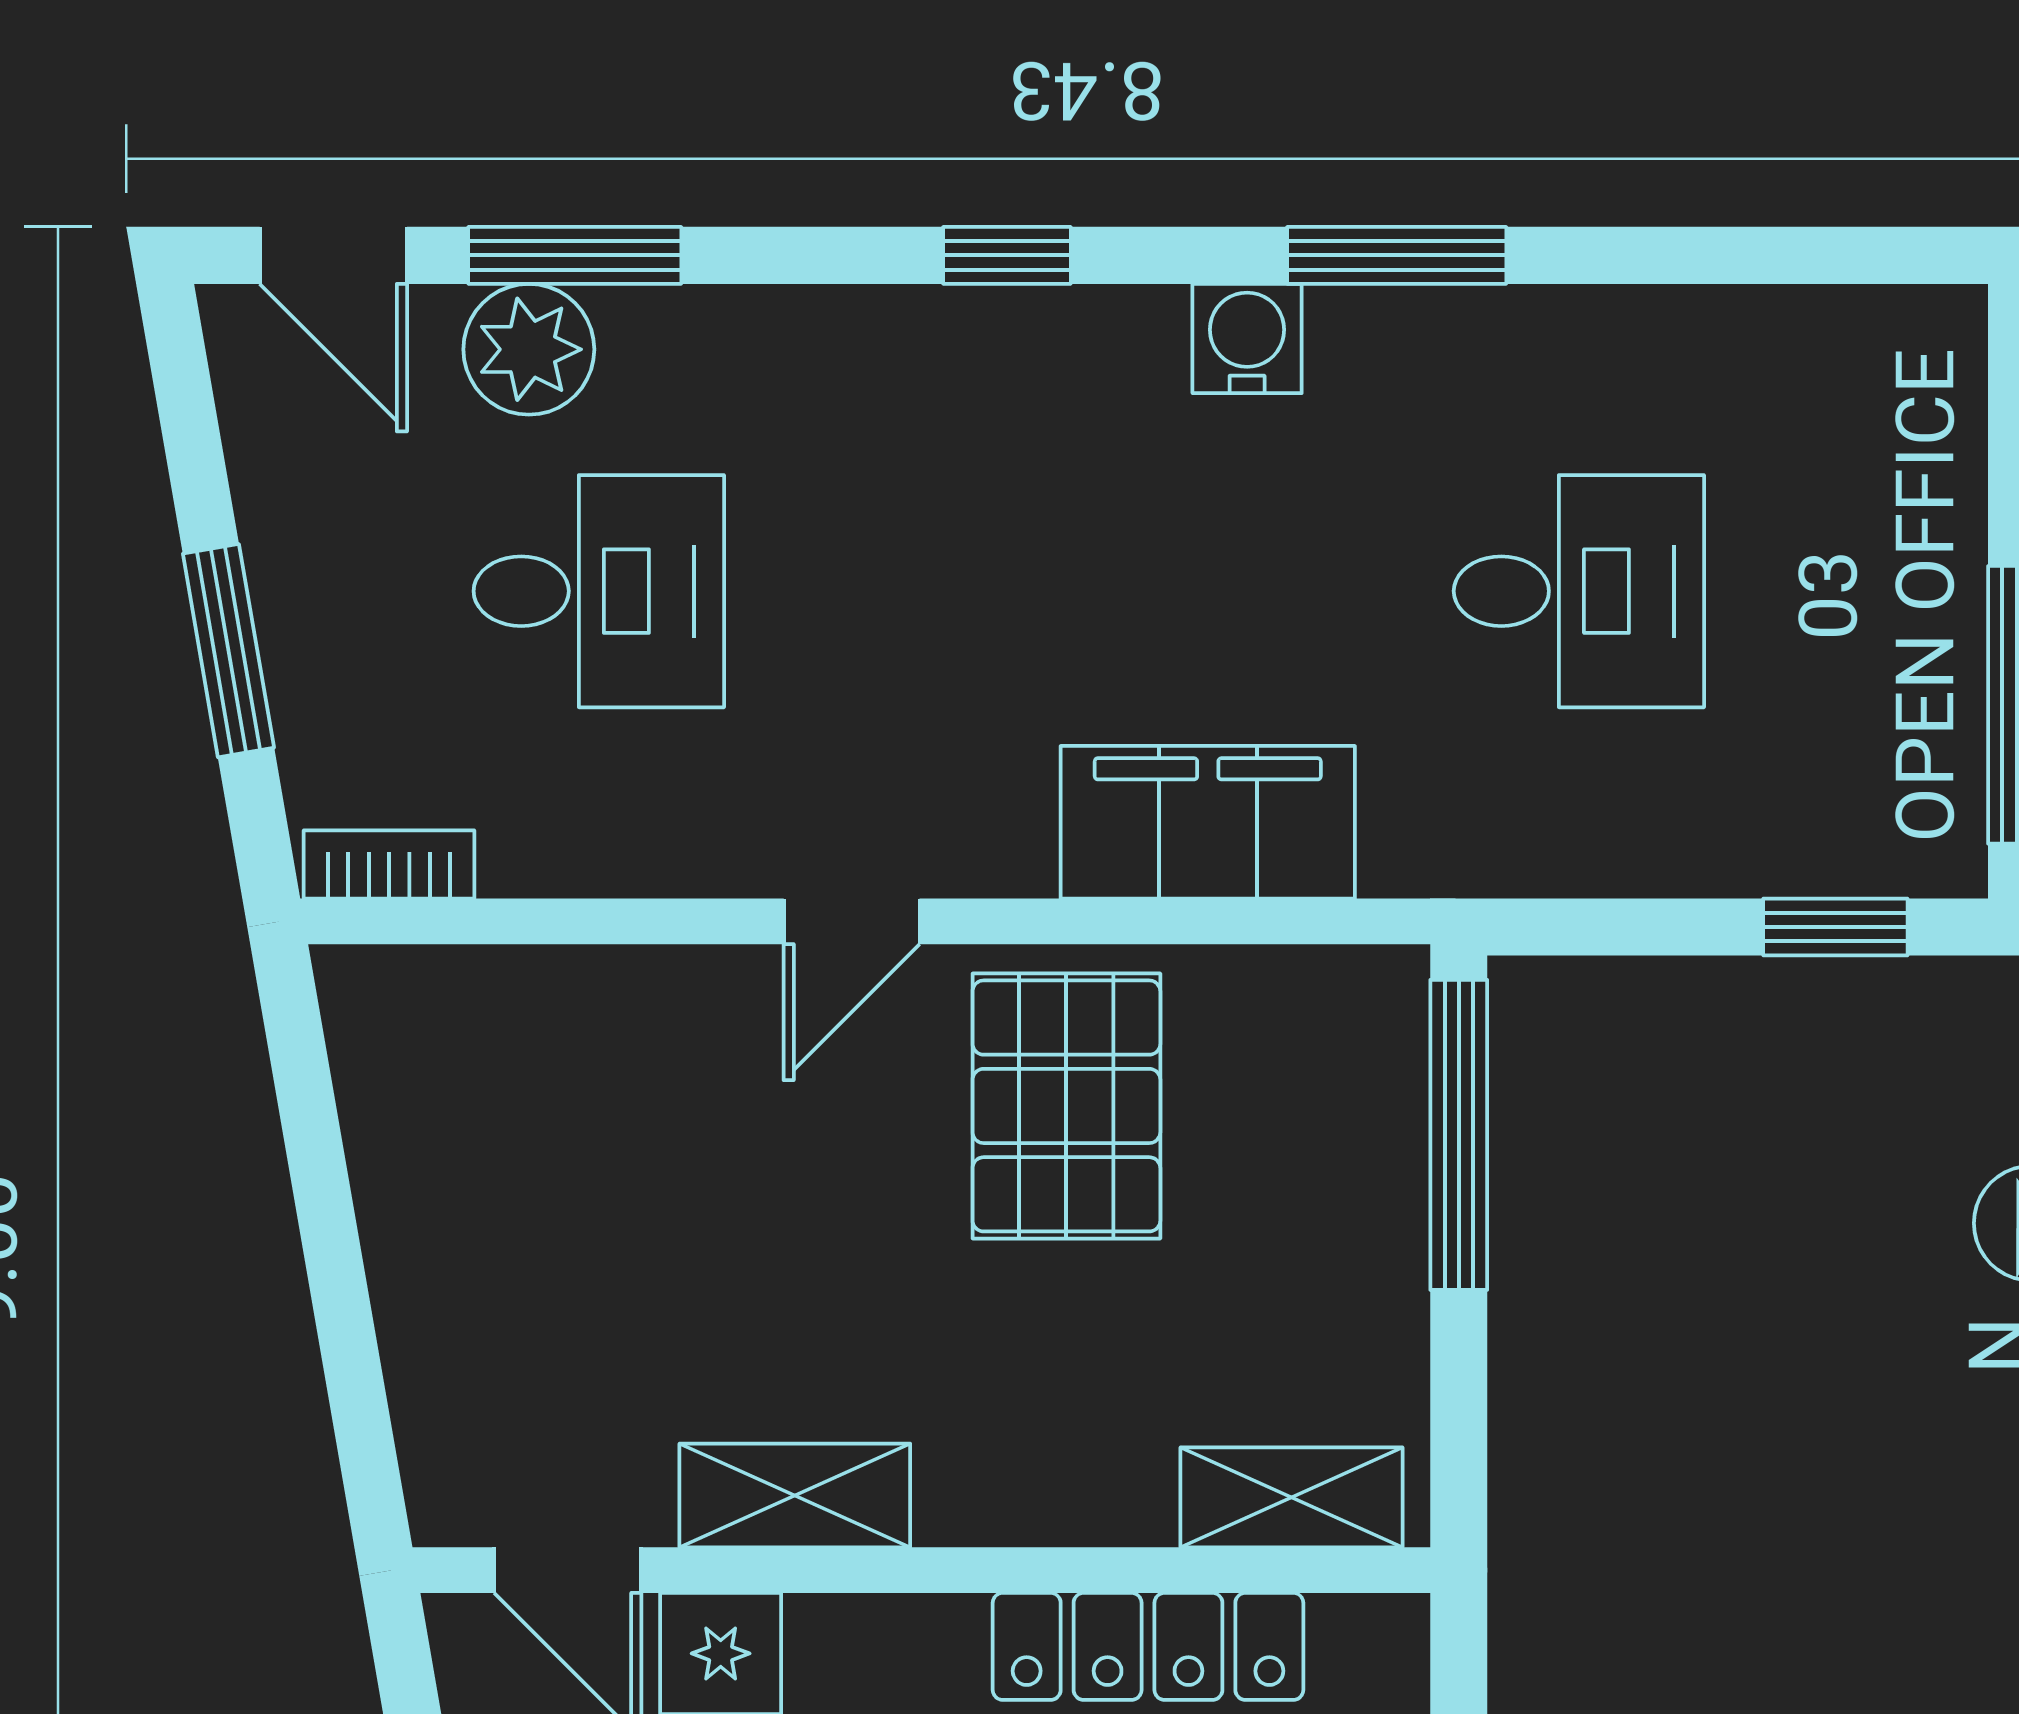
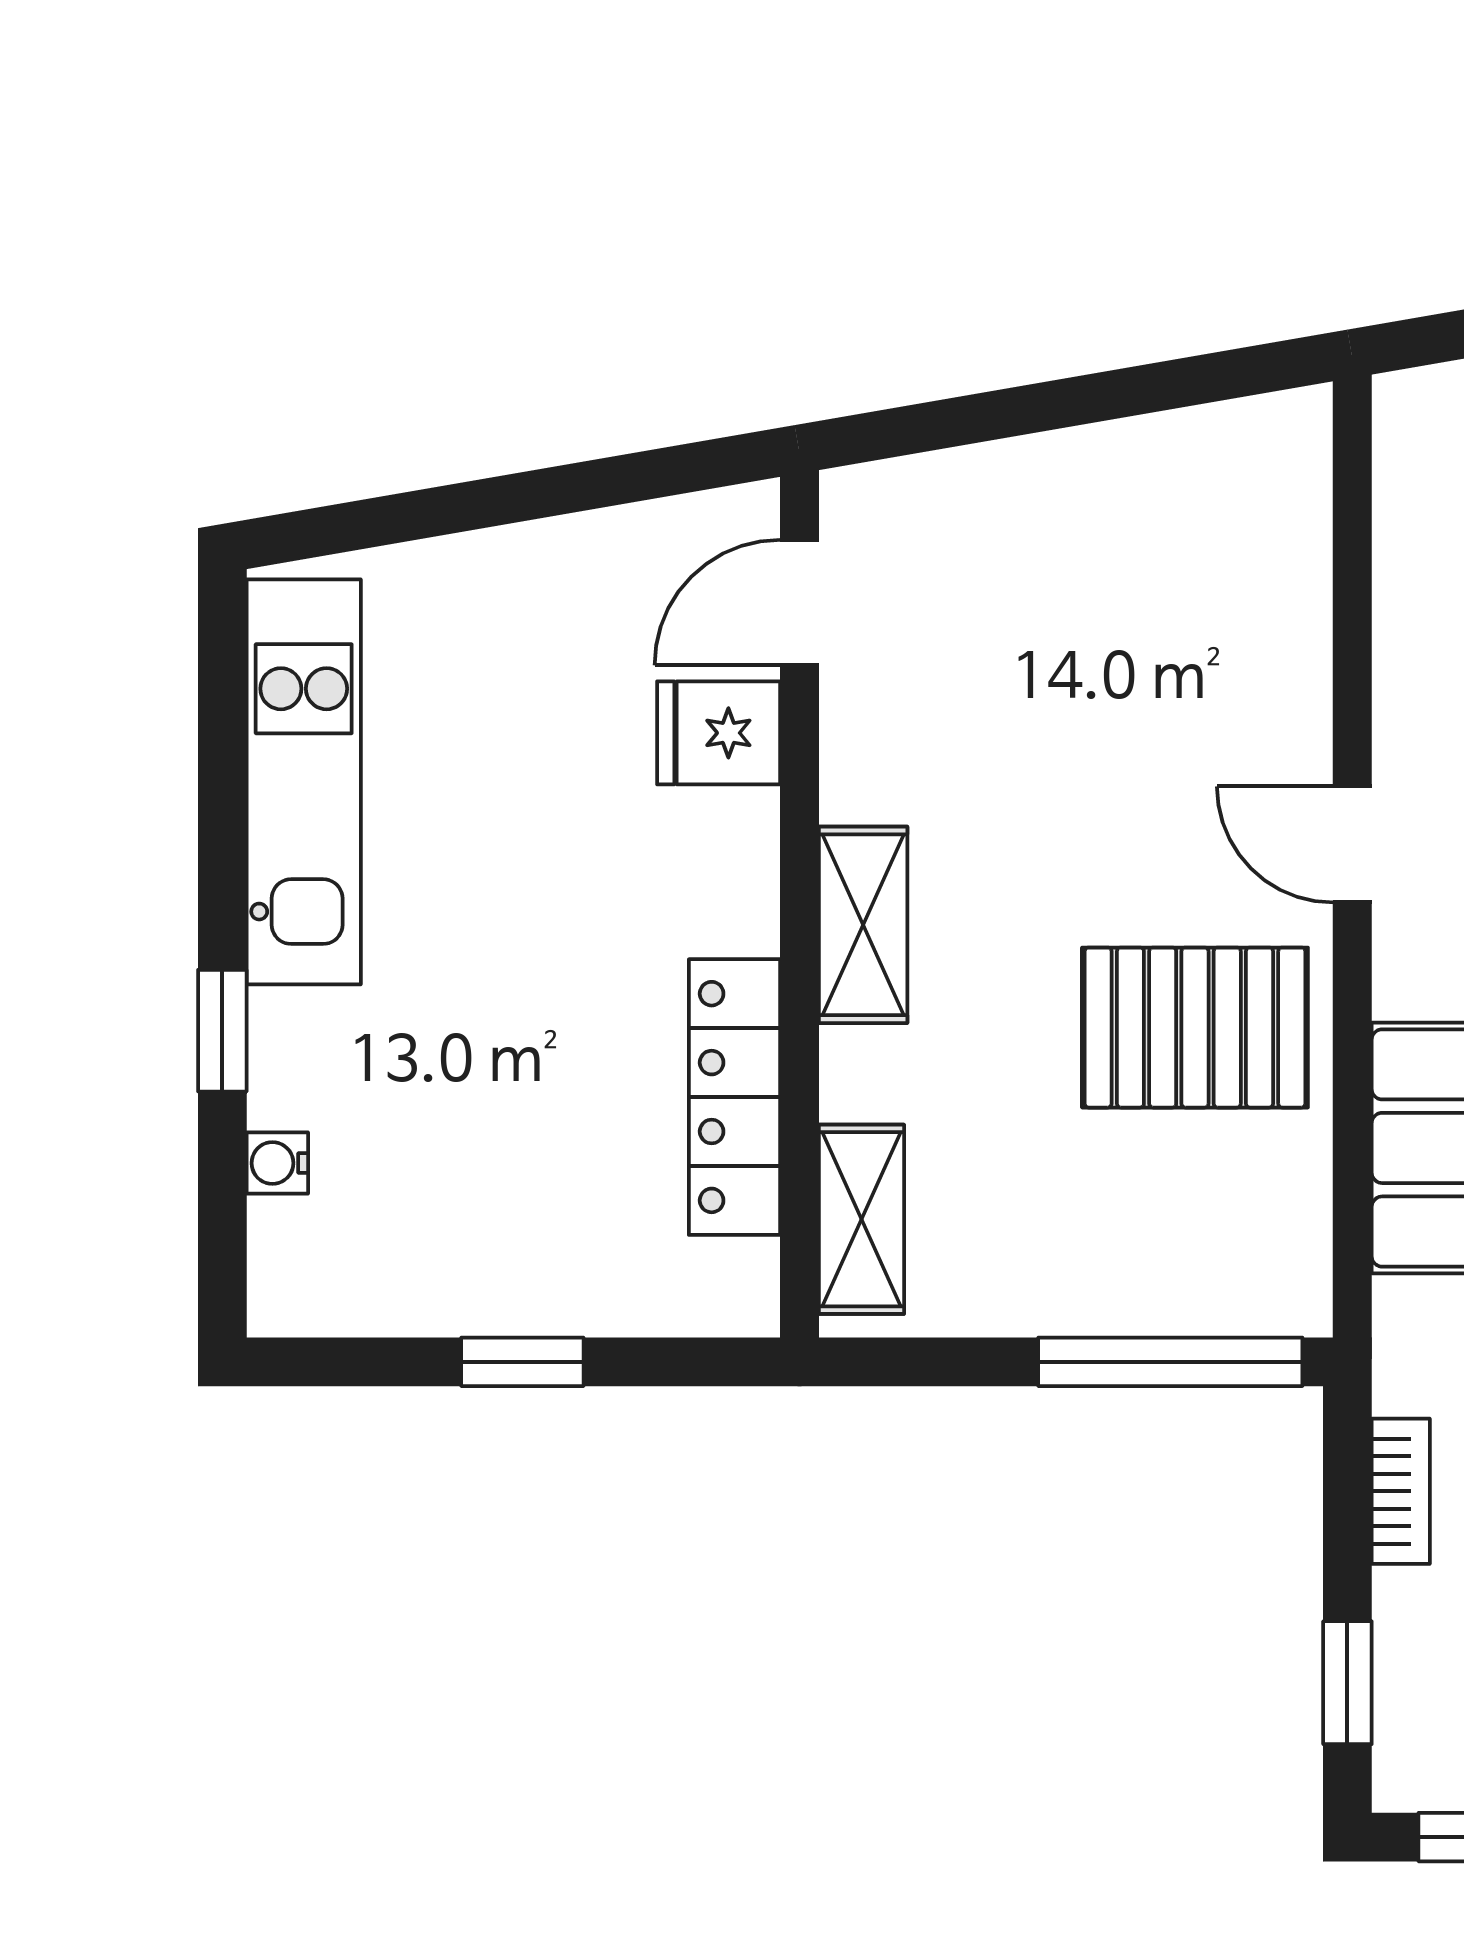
bookcase: (389, 864) -> (1401, 1491), moved
shelving: (795, 1495) -> (863, 925), moved

